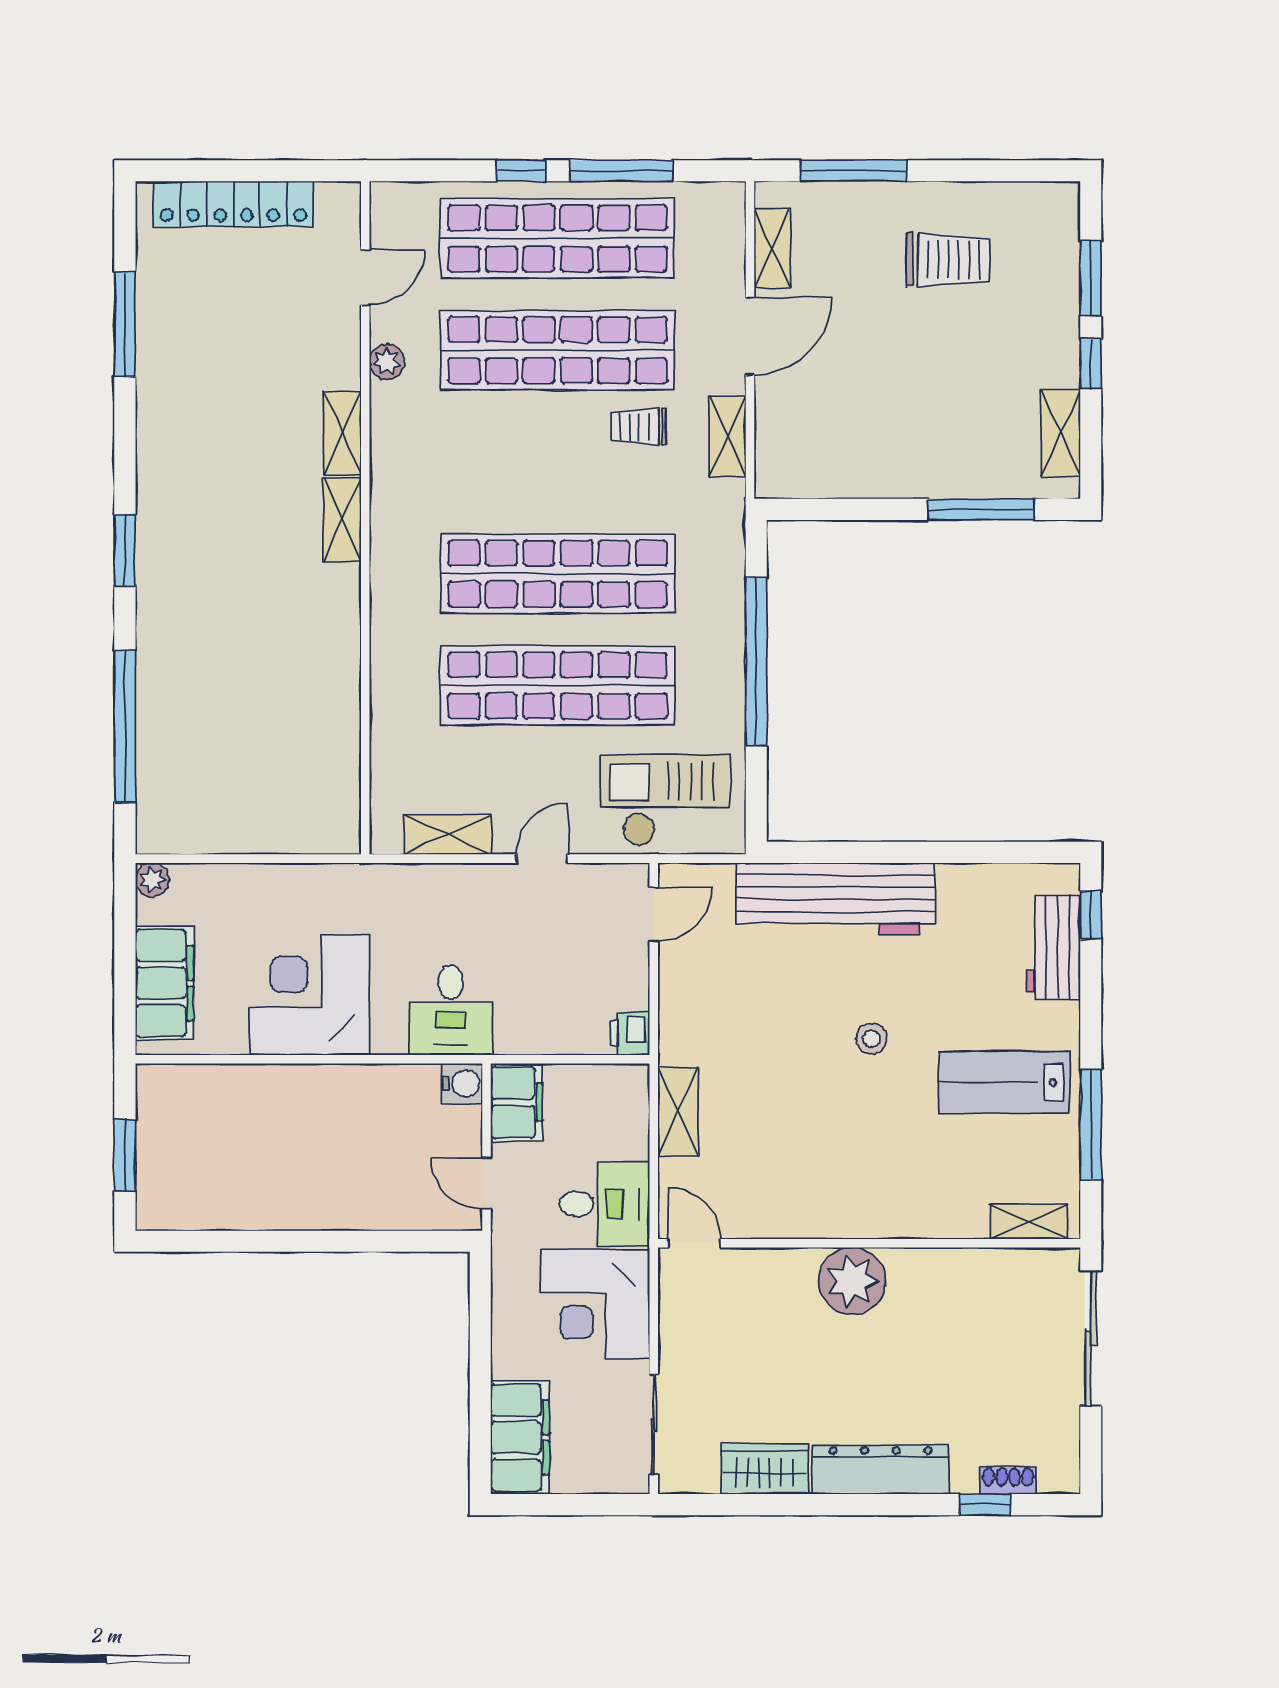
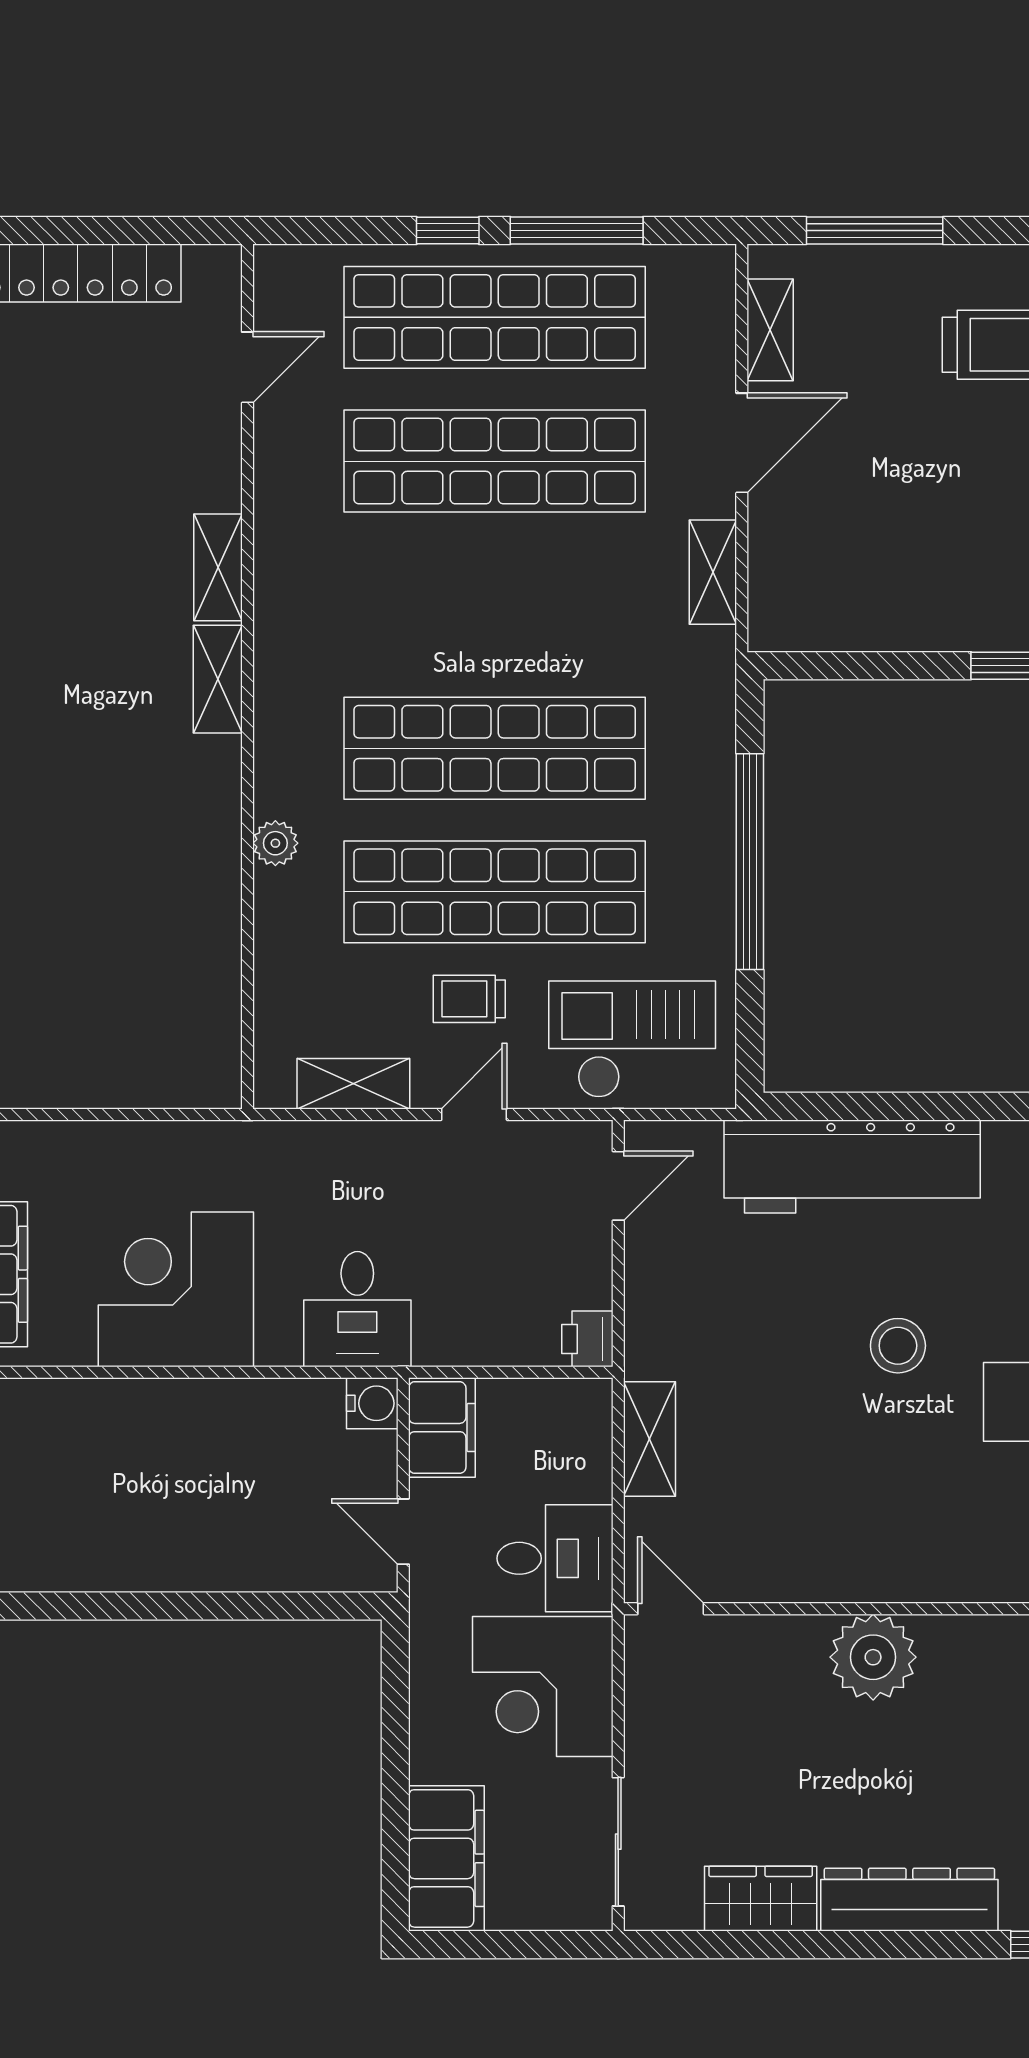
plant: (387, 362) -> (275, 843), moved
trolley: (639, 427) -> (469, 999), moved
stool: (871, 1039) -> (898, 1346), width x1.37, depth x1.37

